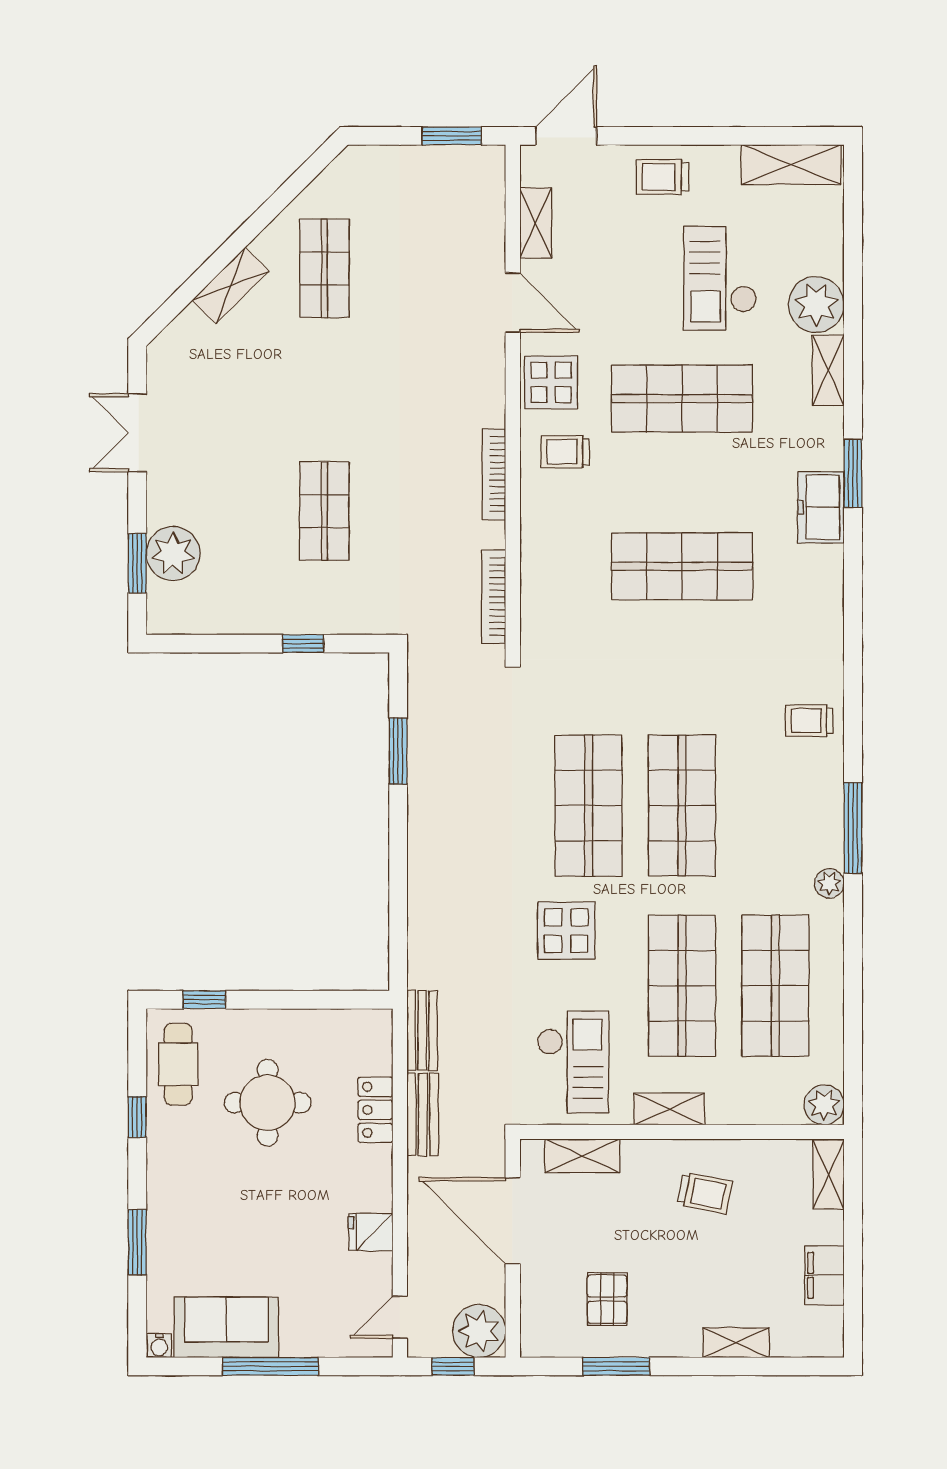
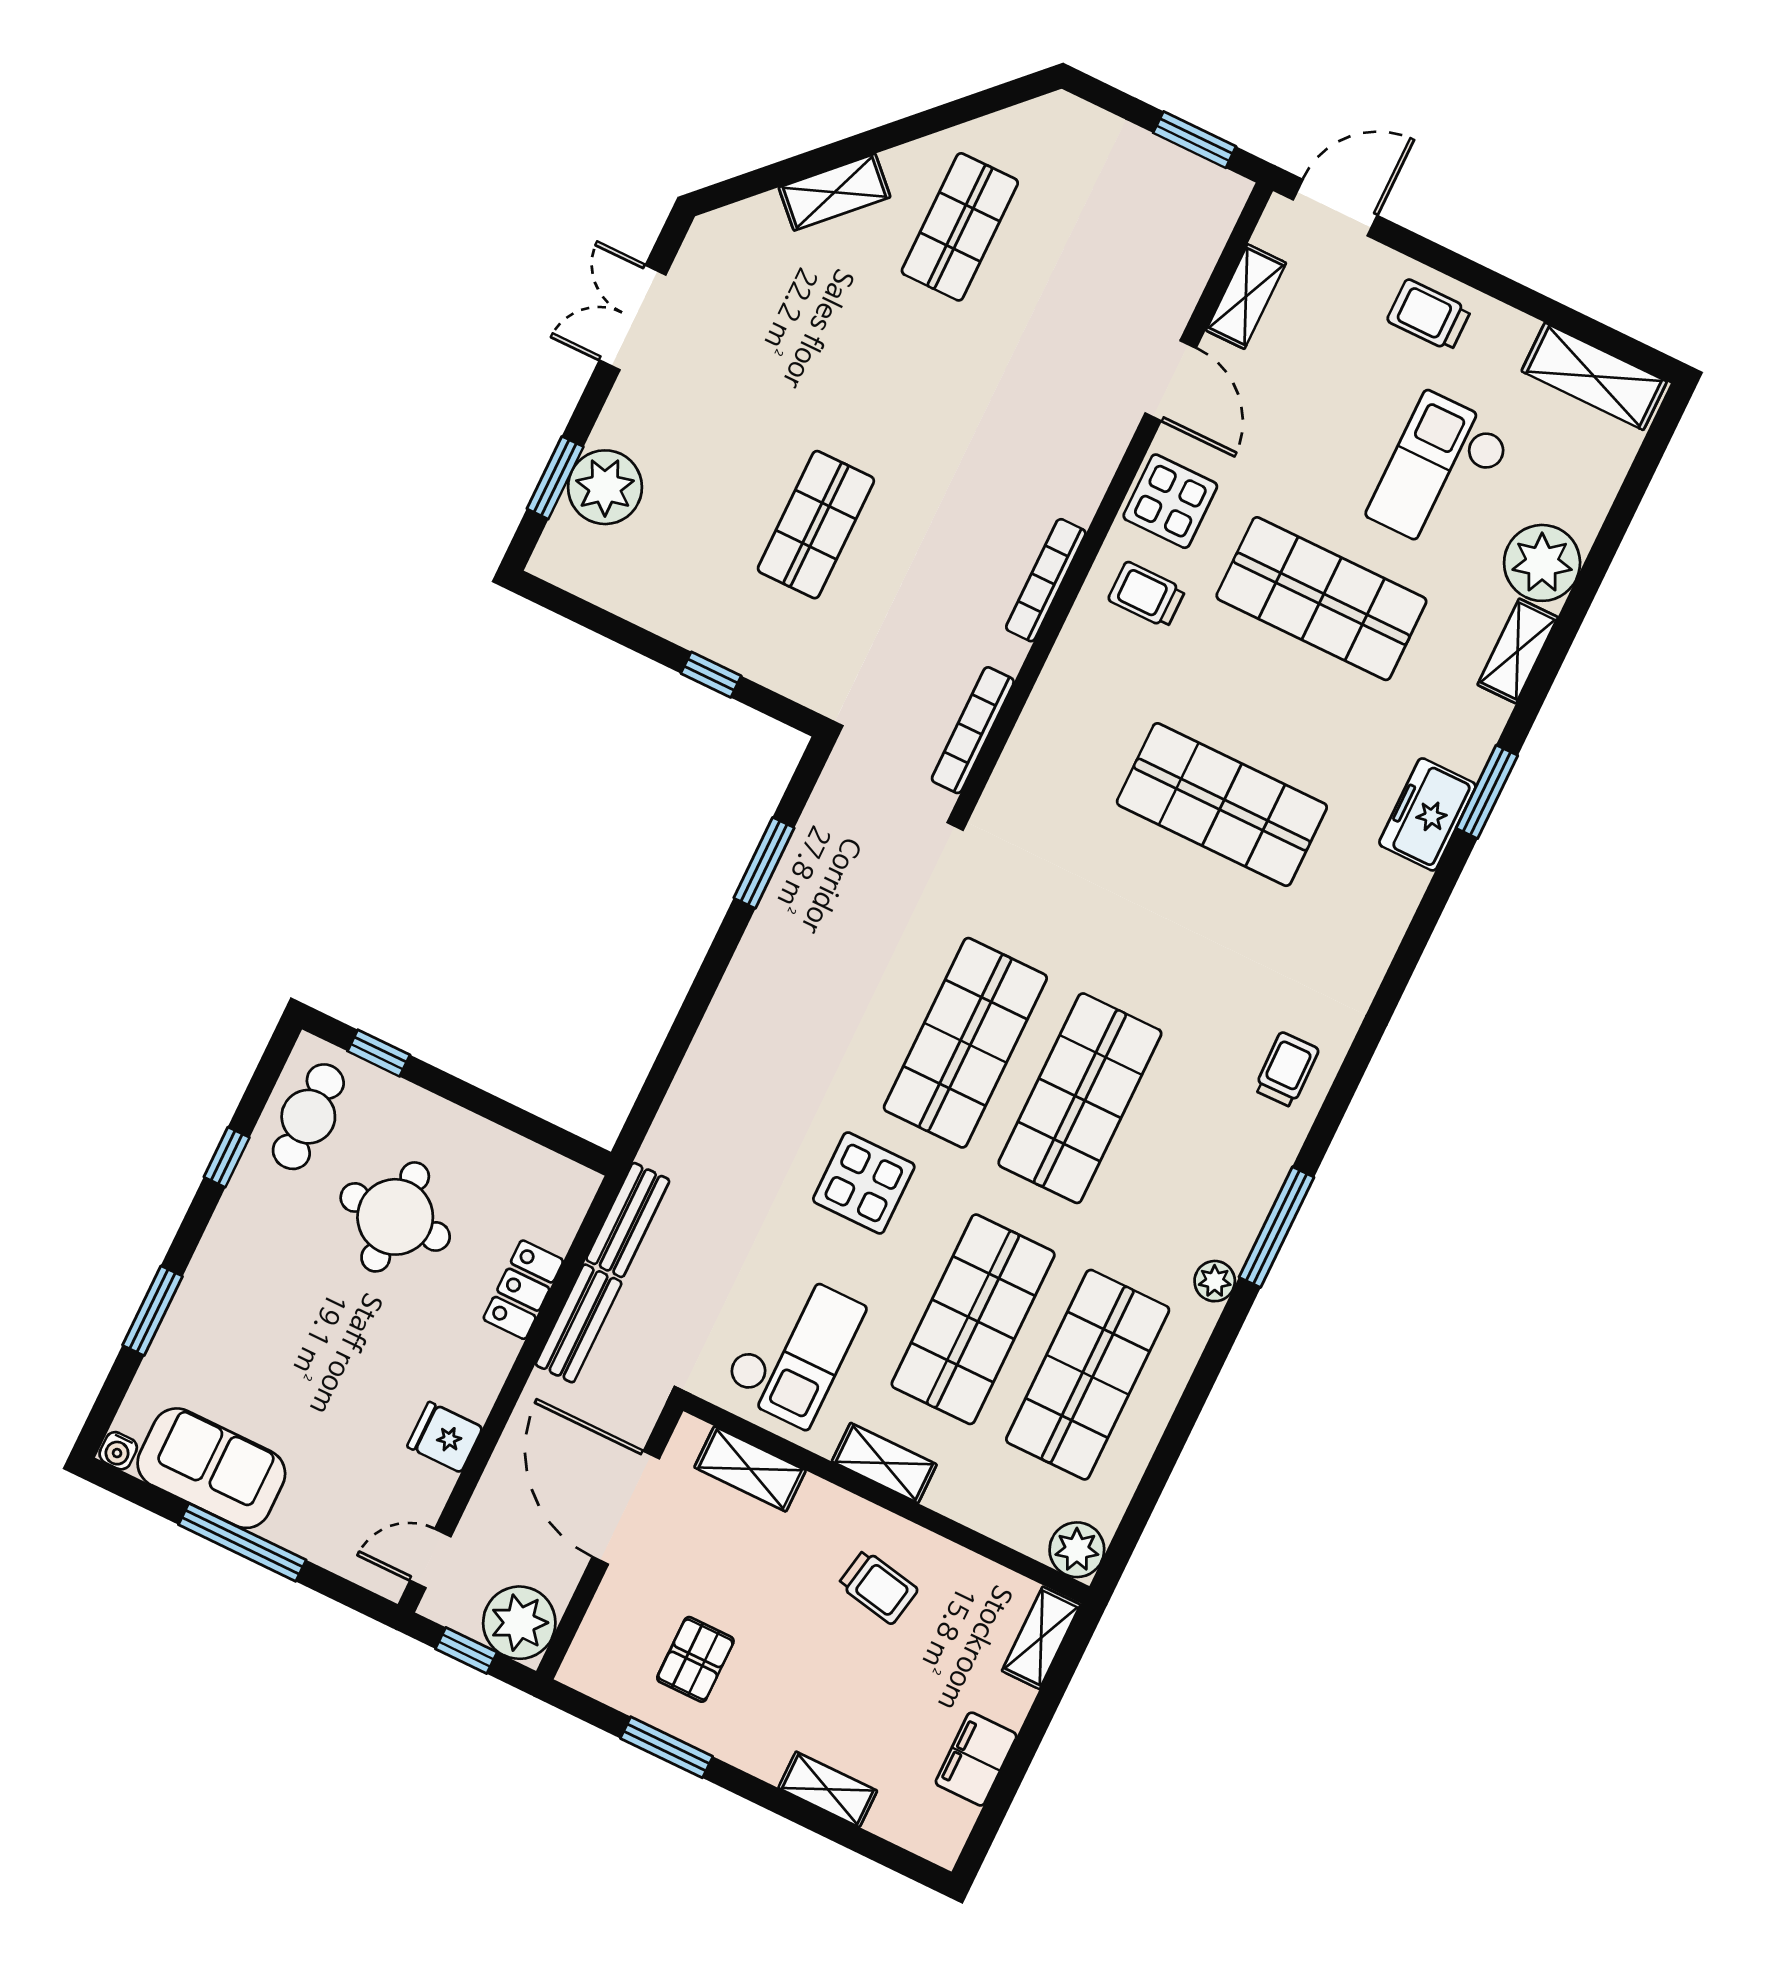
trolley: (809, 721) -> (1287, 1070), turned 89

